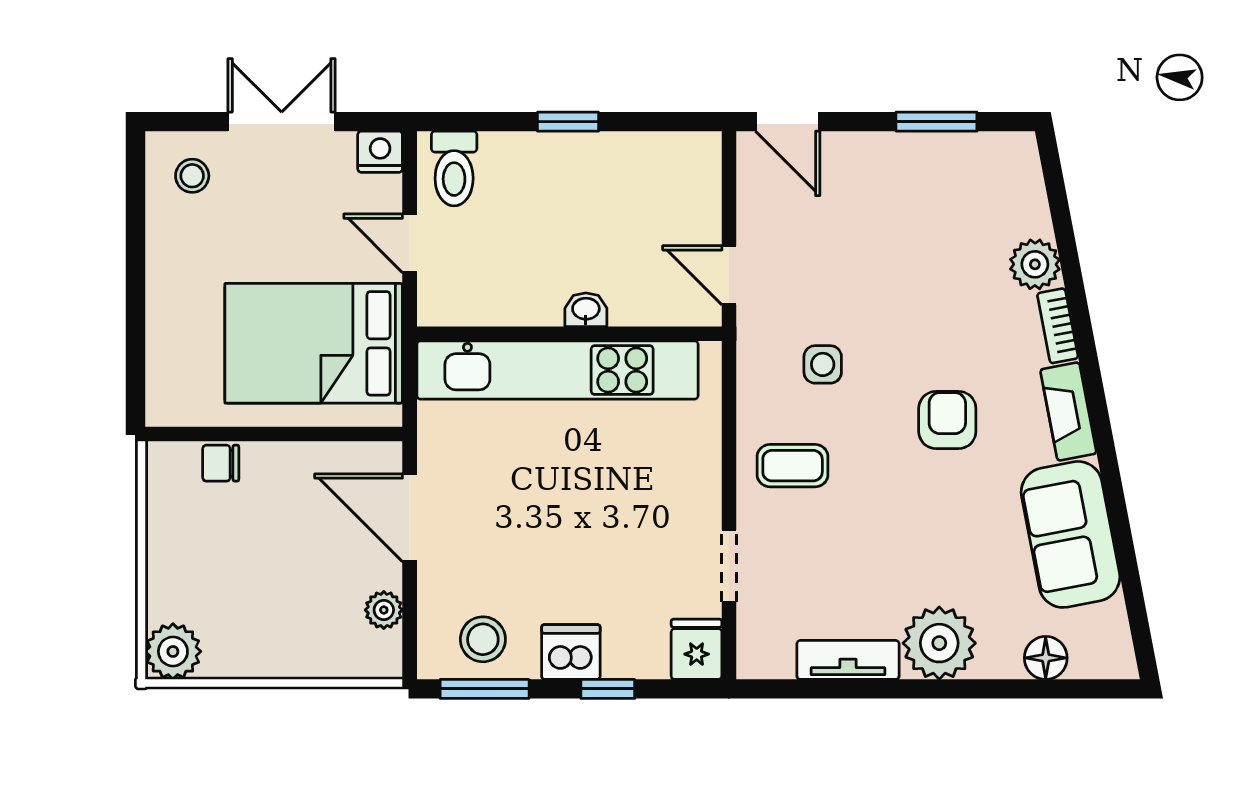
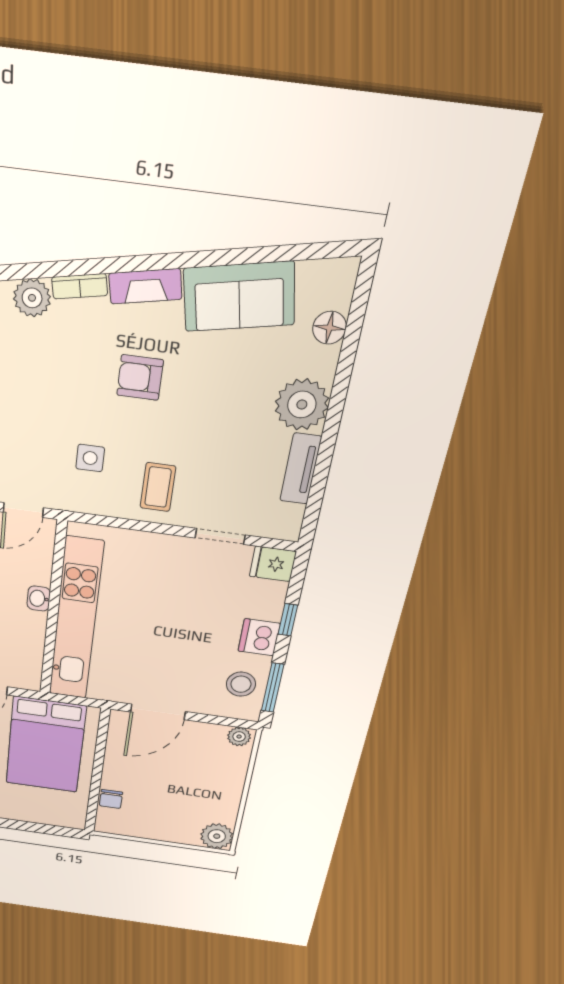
plant: (384, 610) -> (239, 737), moved

